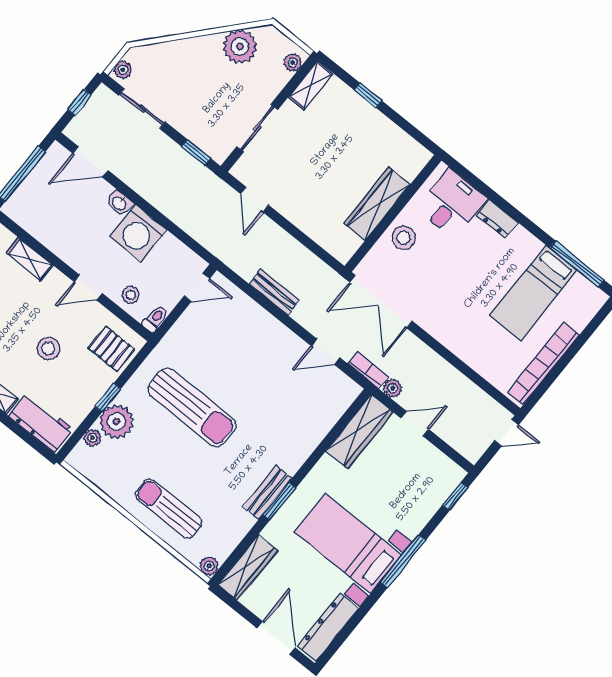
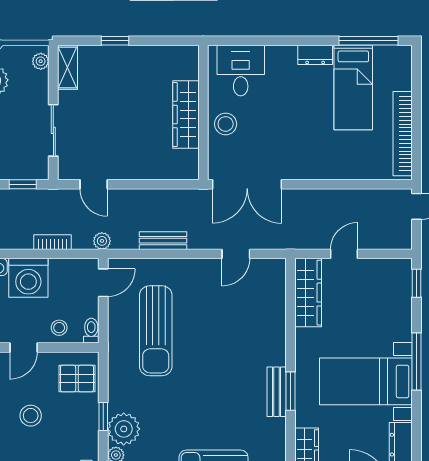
dresser: (497, 219) -> (315, 55), moved
bookcase: (368, 370) -> (52, 242), moved
plant: (393, 388) -> (102, 241), moved
sun lounger: (192, 407) -> (156, 331), moved, turned 90

